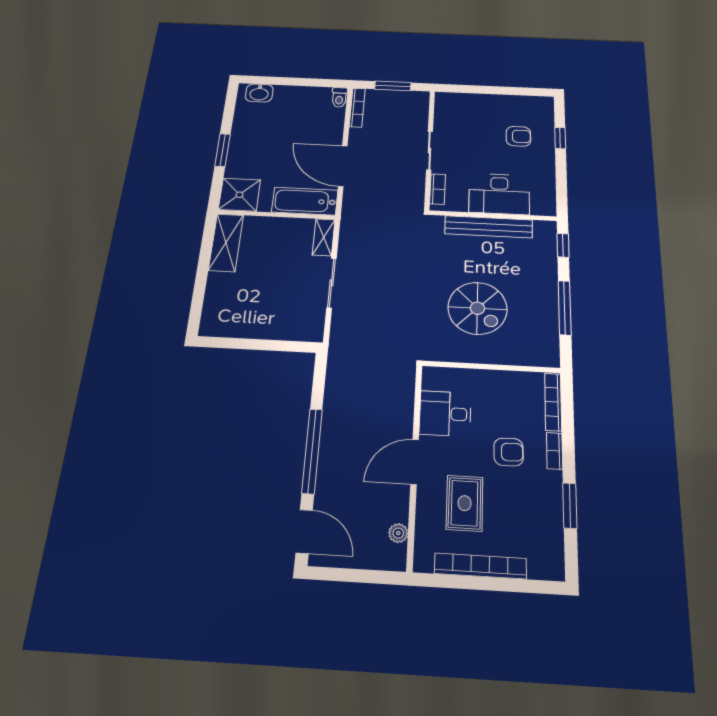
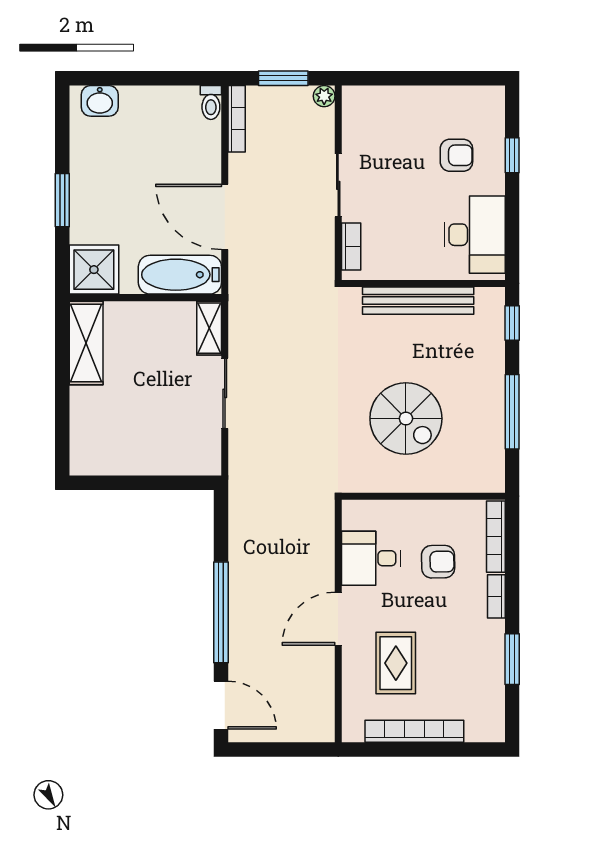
desk: (499, 194) -> (475, 235), moved, turned -90
armchair: (509, 452) -> (438, 562), moved
plant: (398, 533) -> (324, 96), moved

